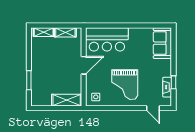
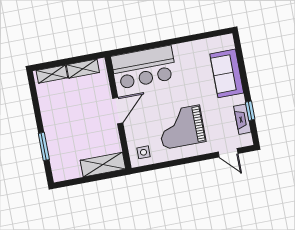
sofa: (162, 43) -> (227, 73), moved
grand piano: (125, 85) -> (181, 127), turned 90

